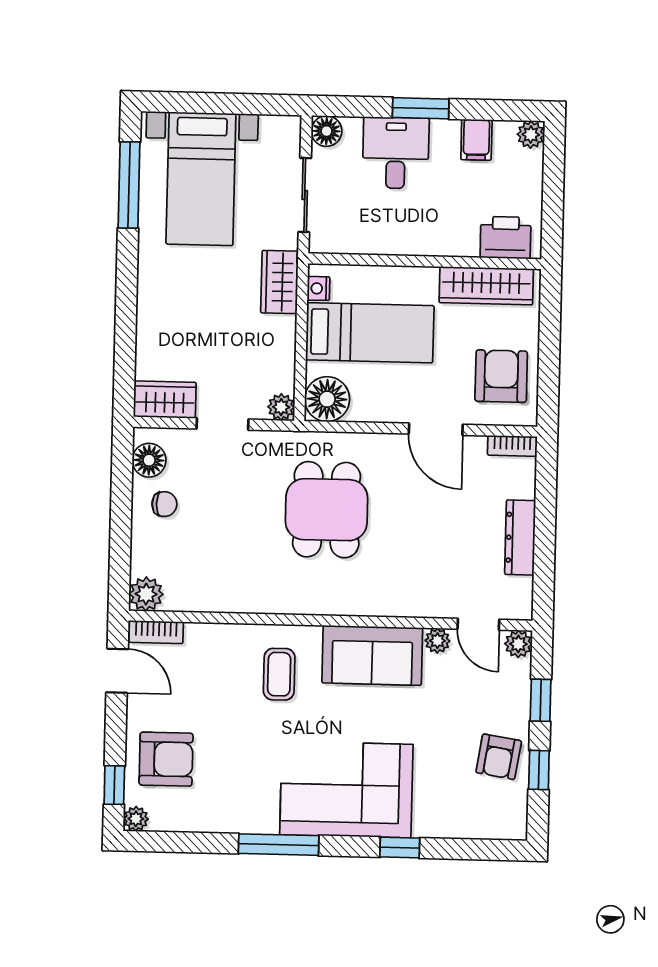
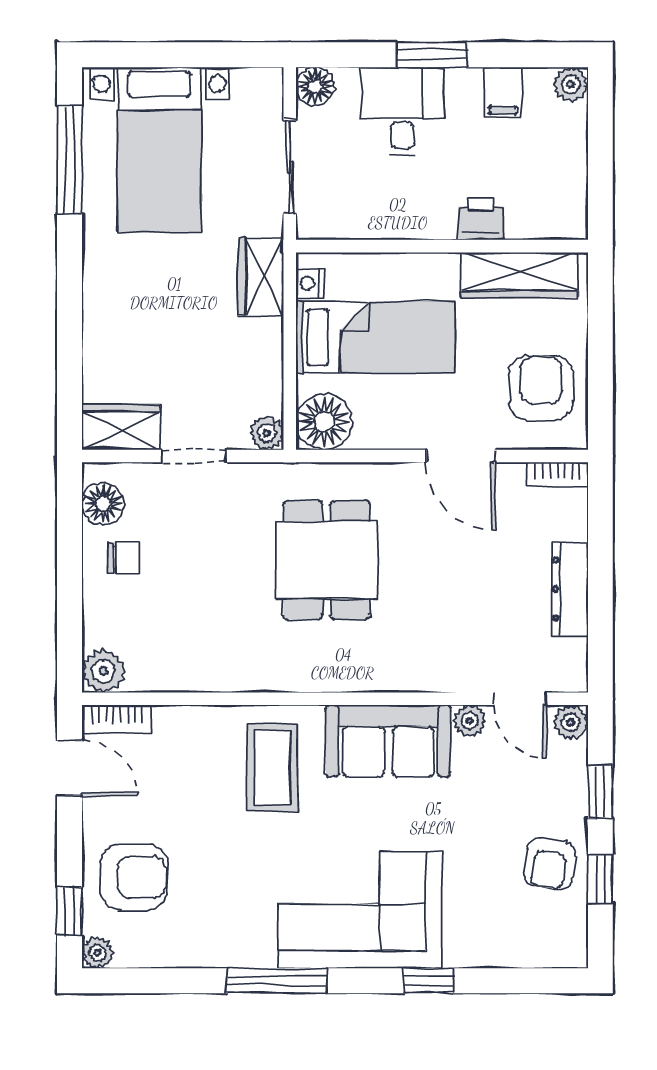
printer: (506, 238) -> (481, 219), moved, width x0.73, depth x0.81
coffee table: (279, 674) -> (272, 767), width x1.36, depth x1.30

